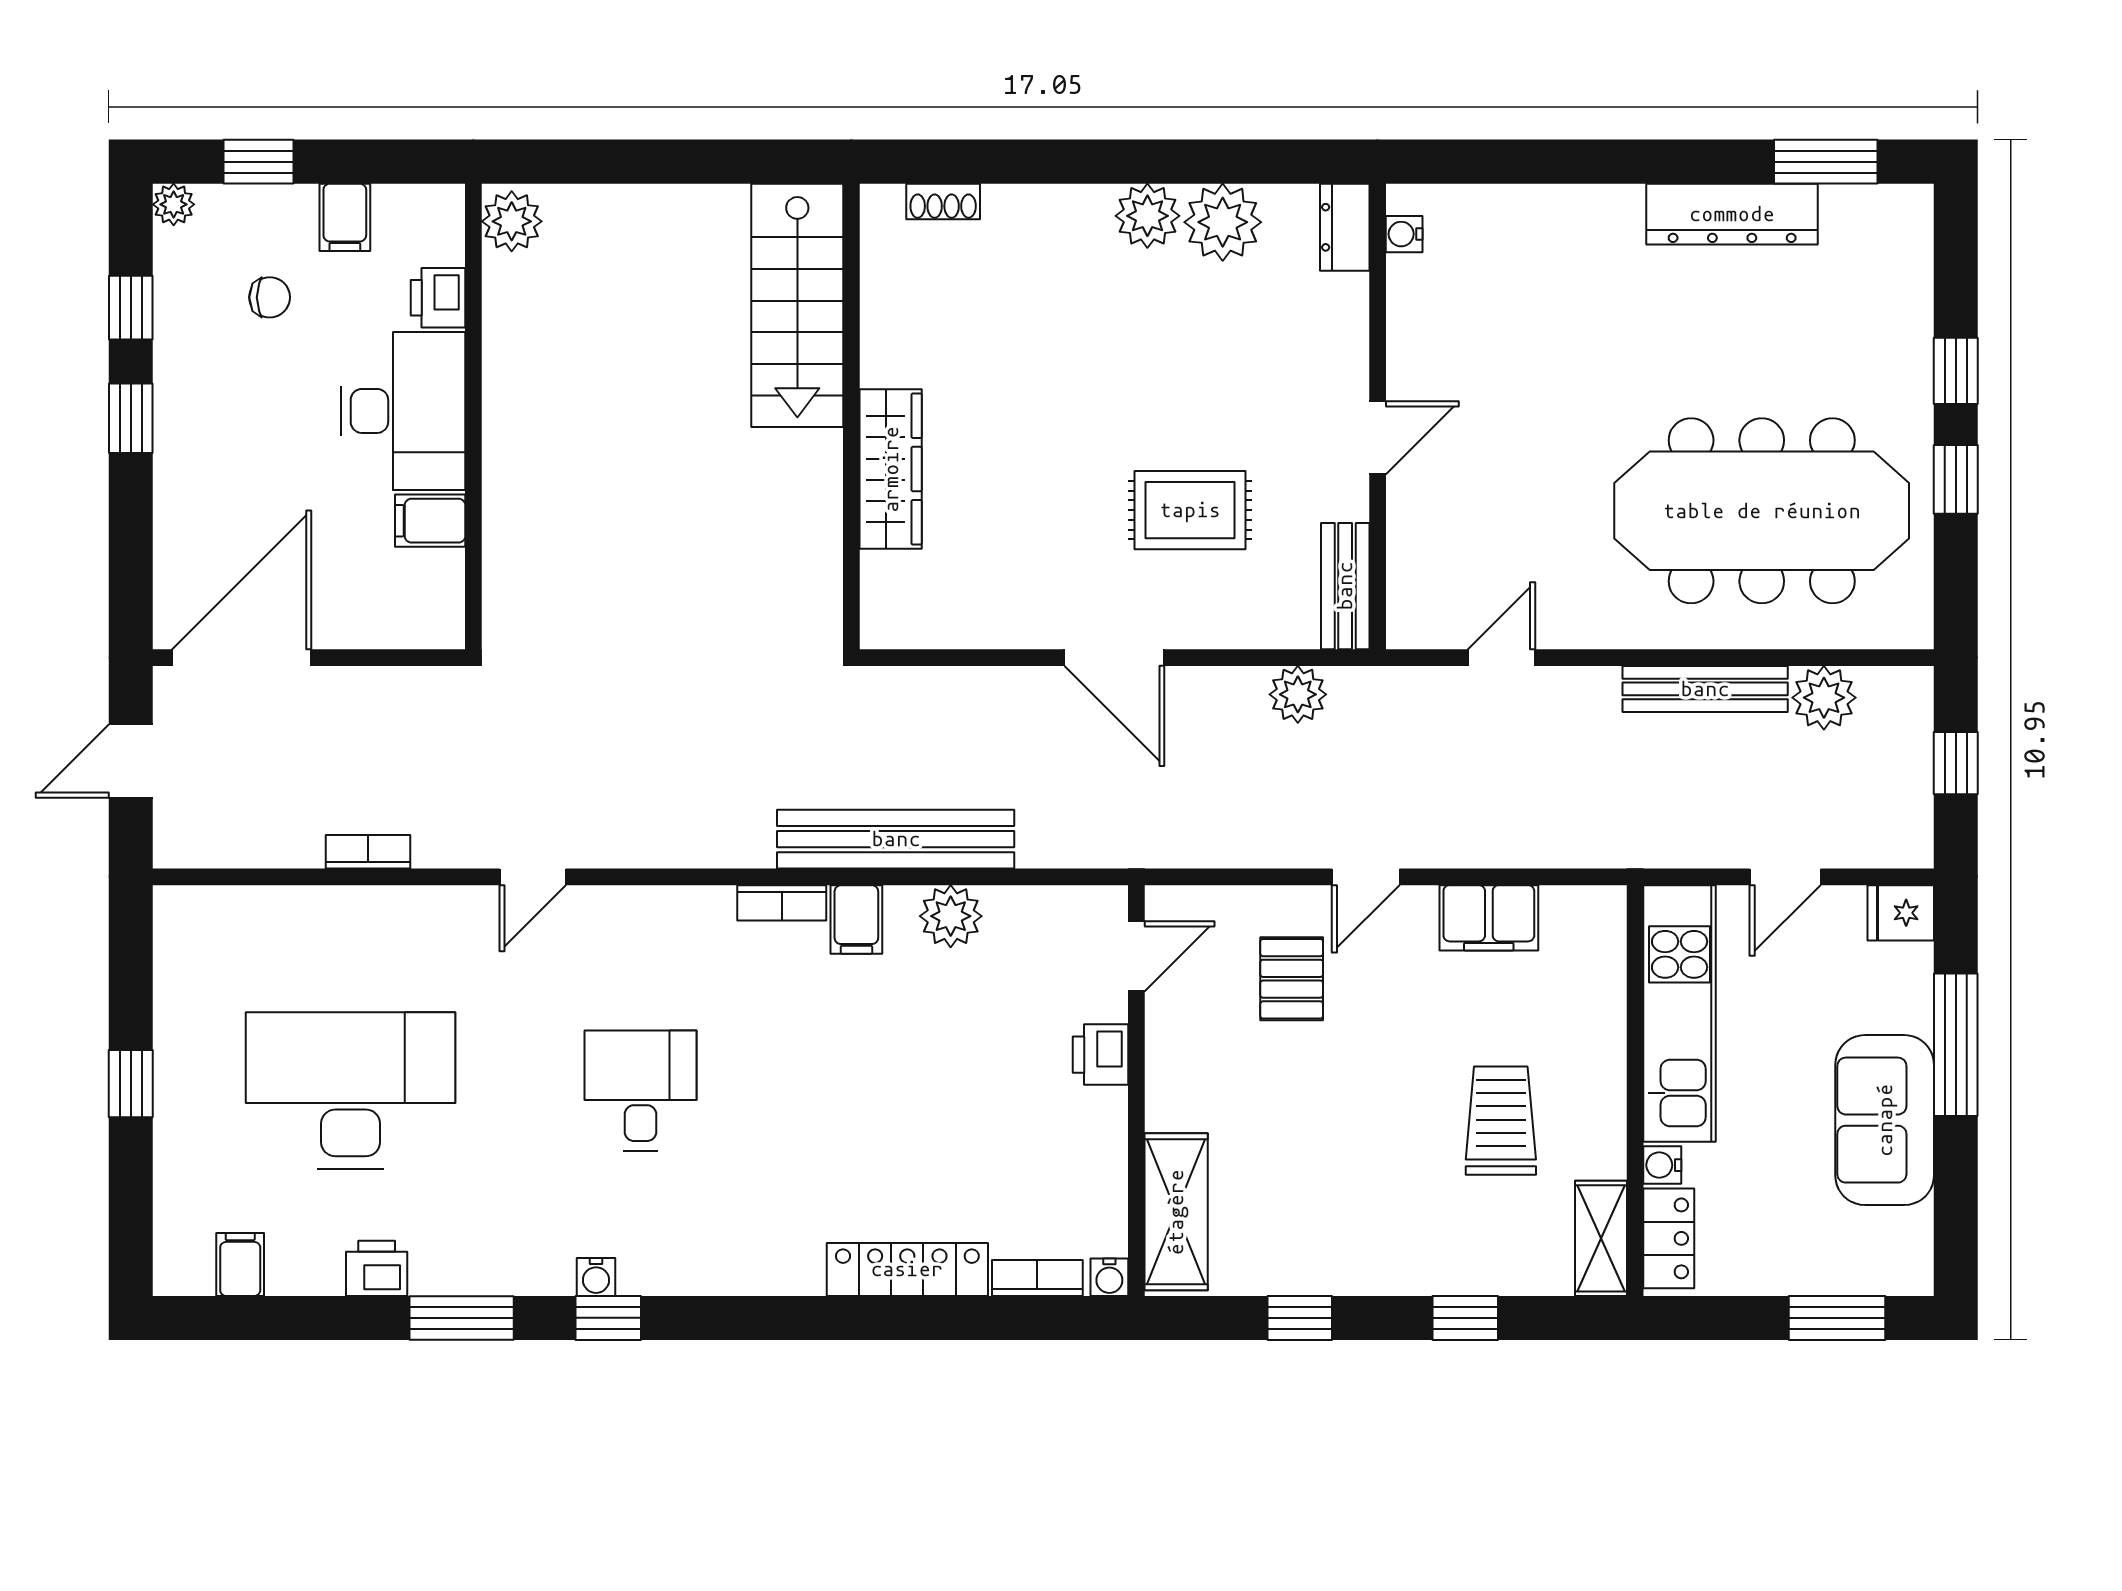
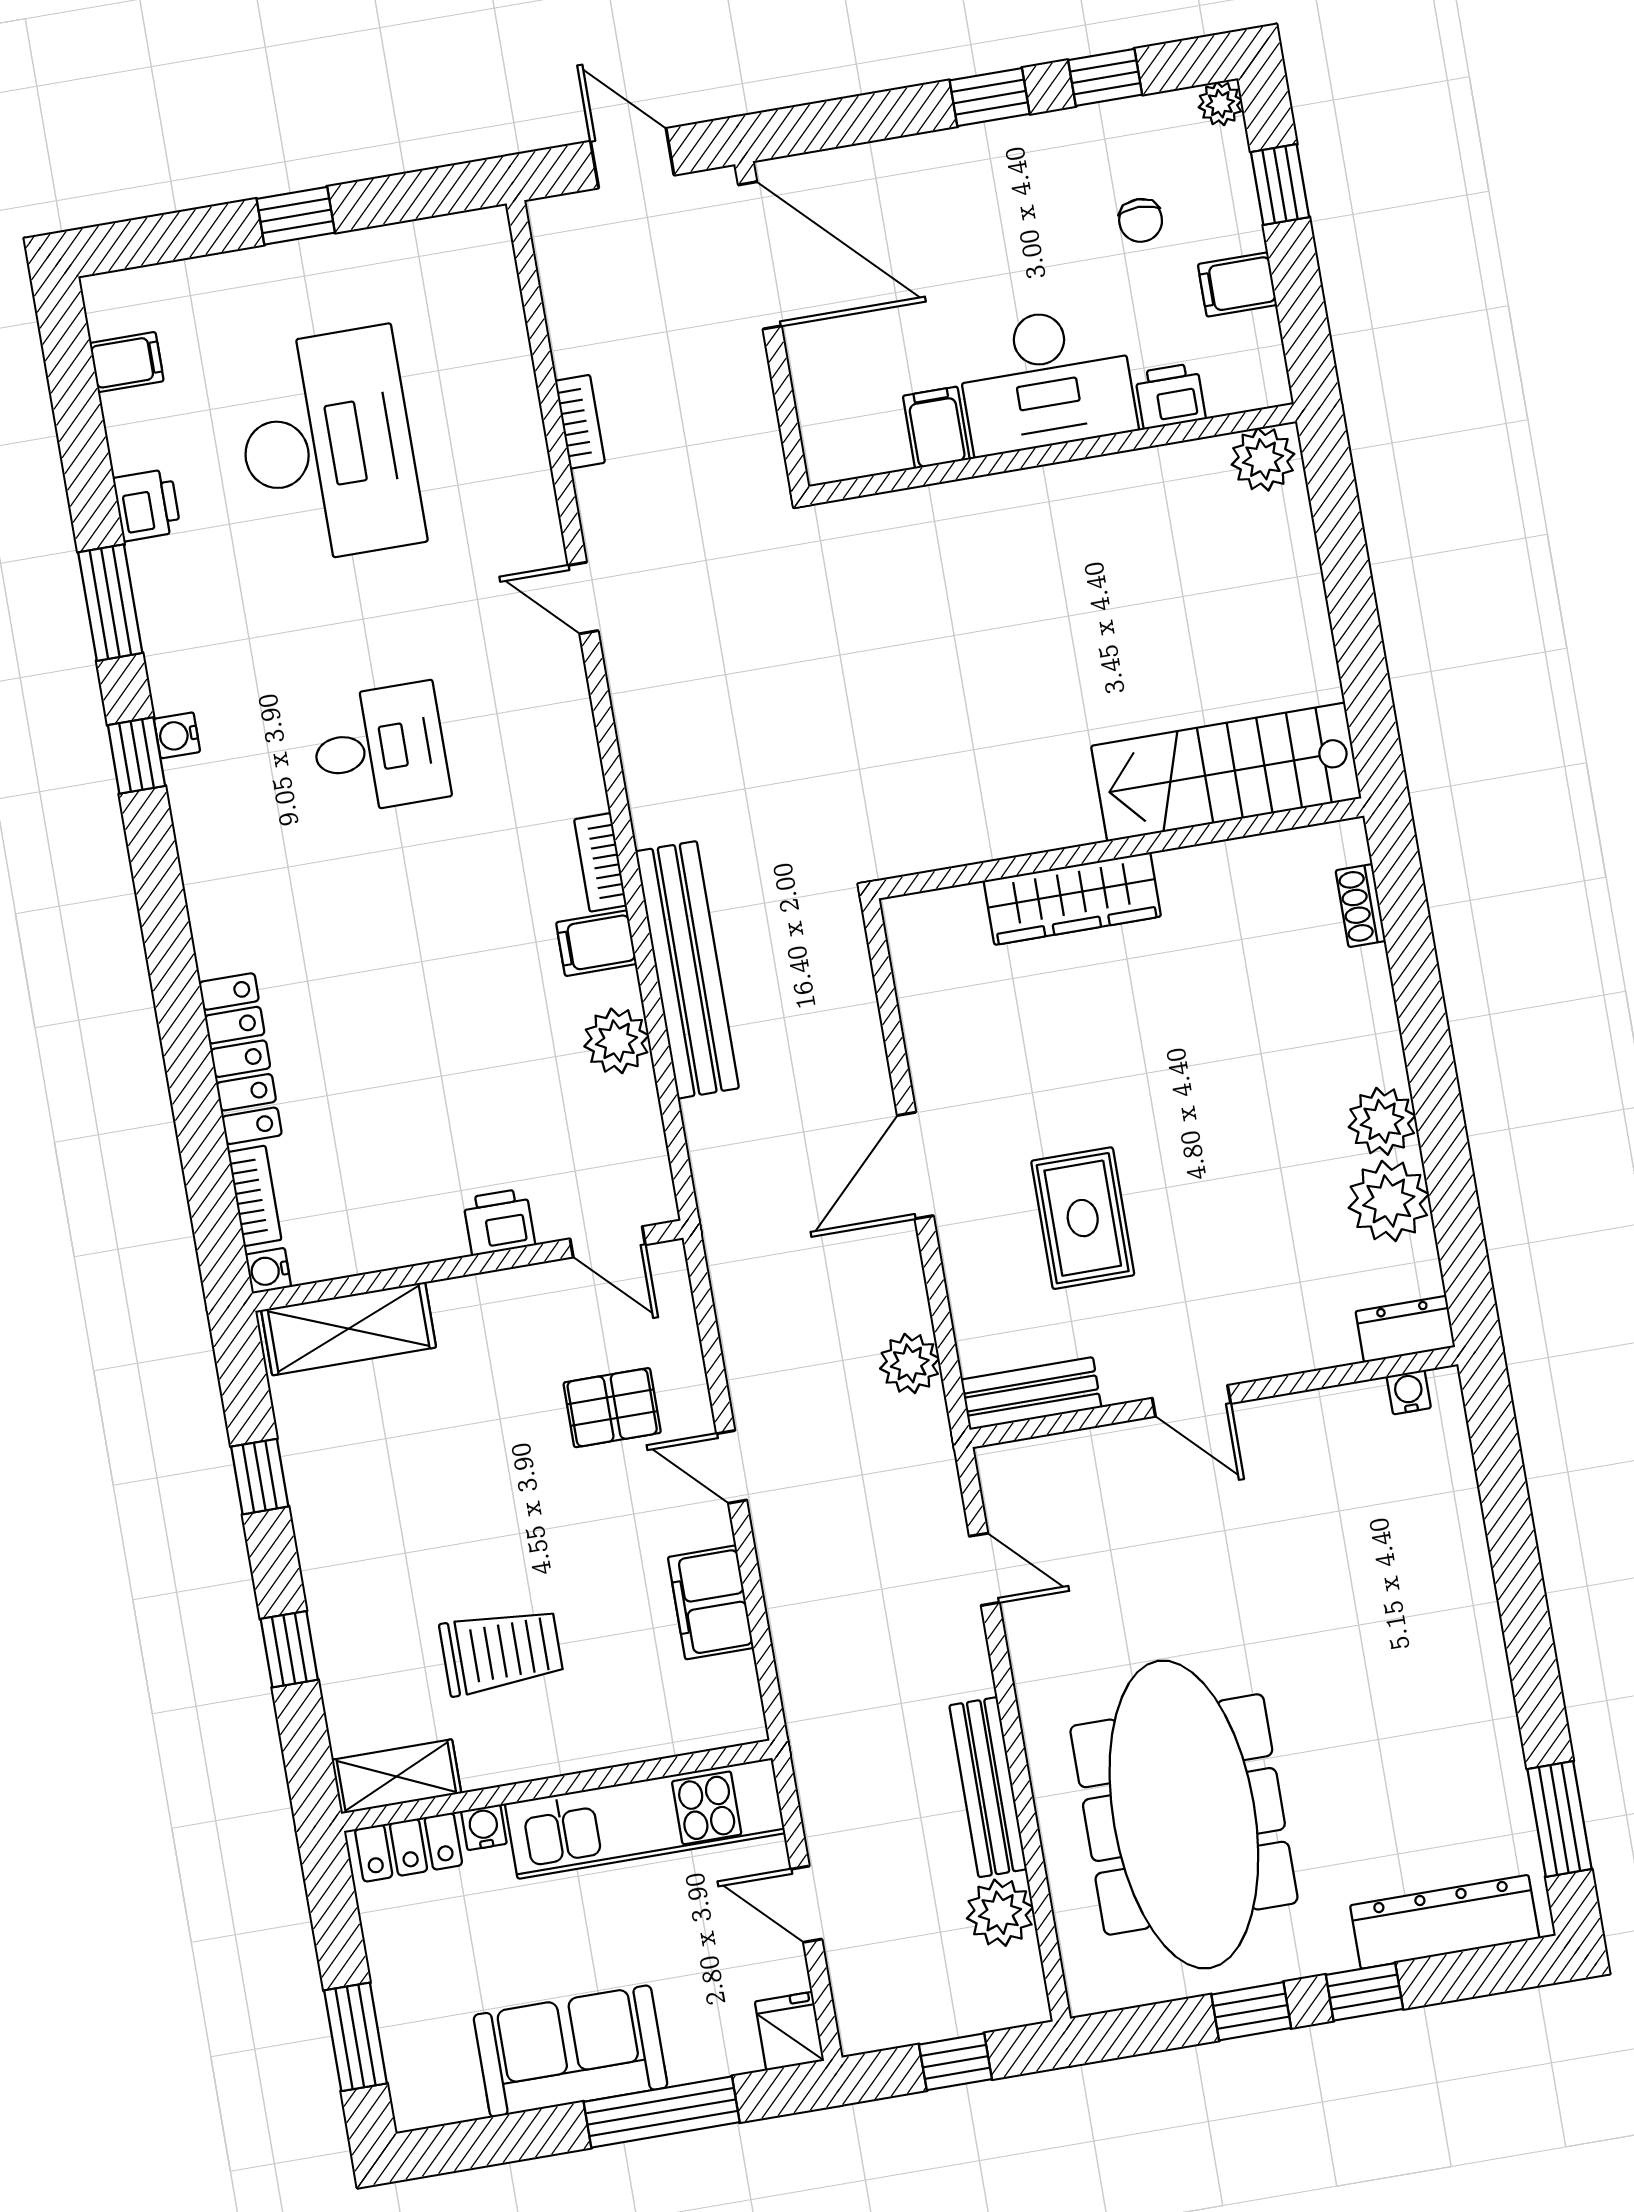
dresser: (1732, 214) -> (1445, 1922), moved, turned 90

